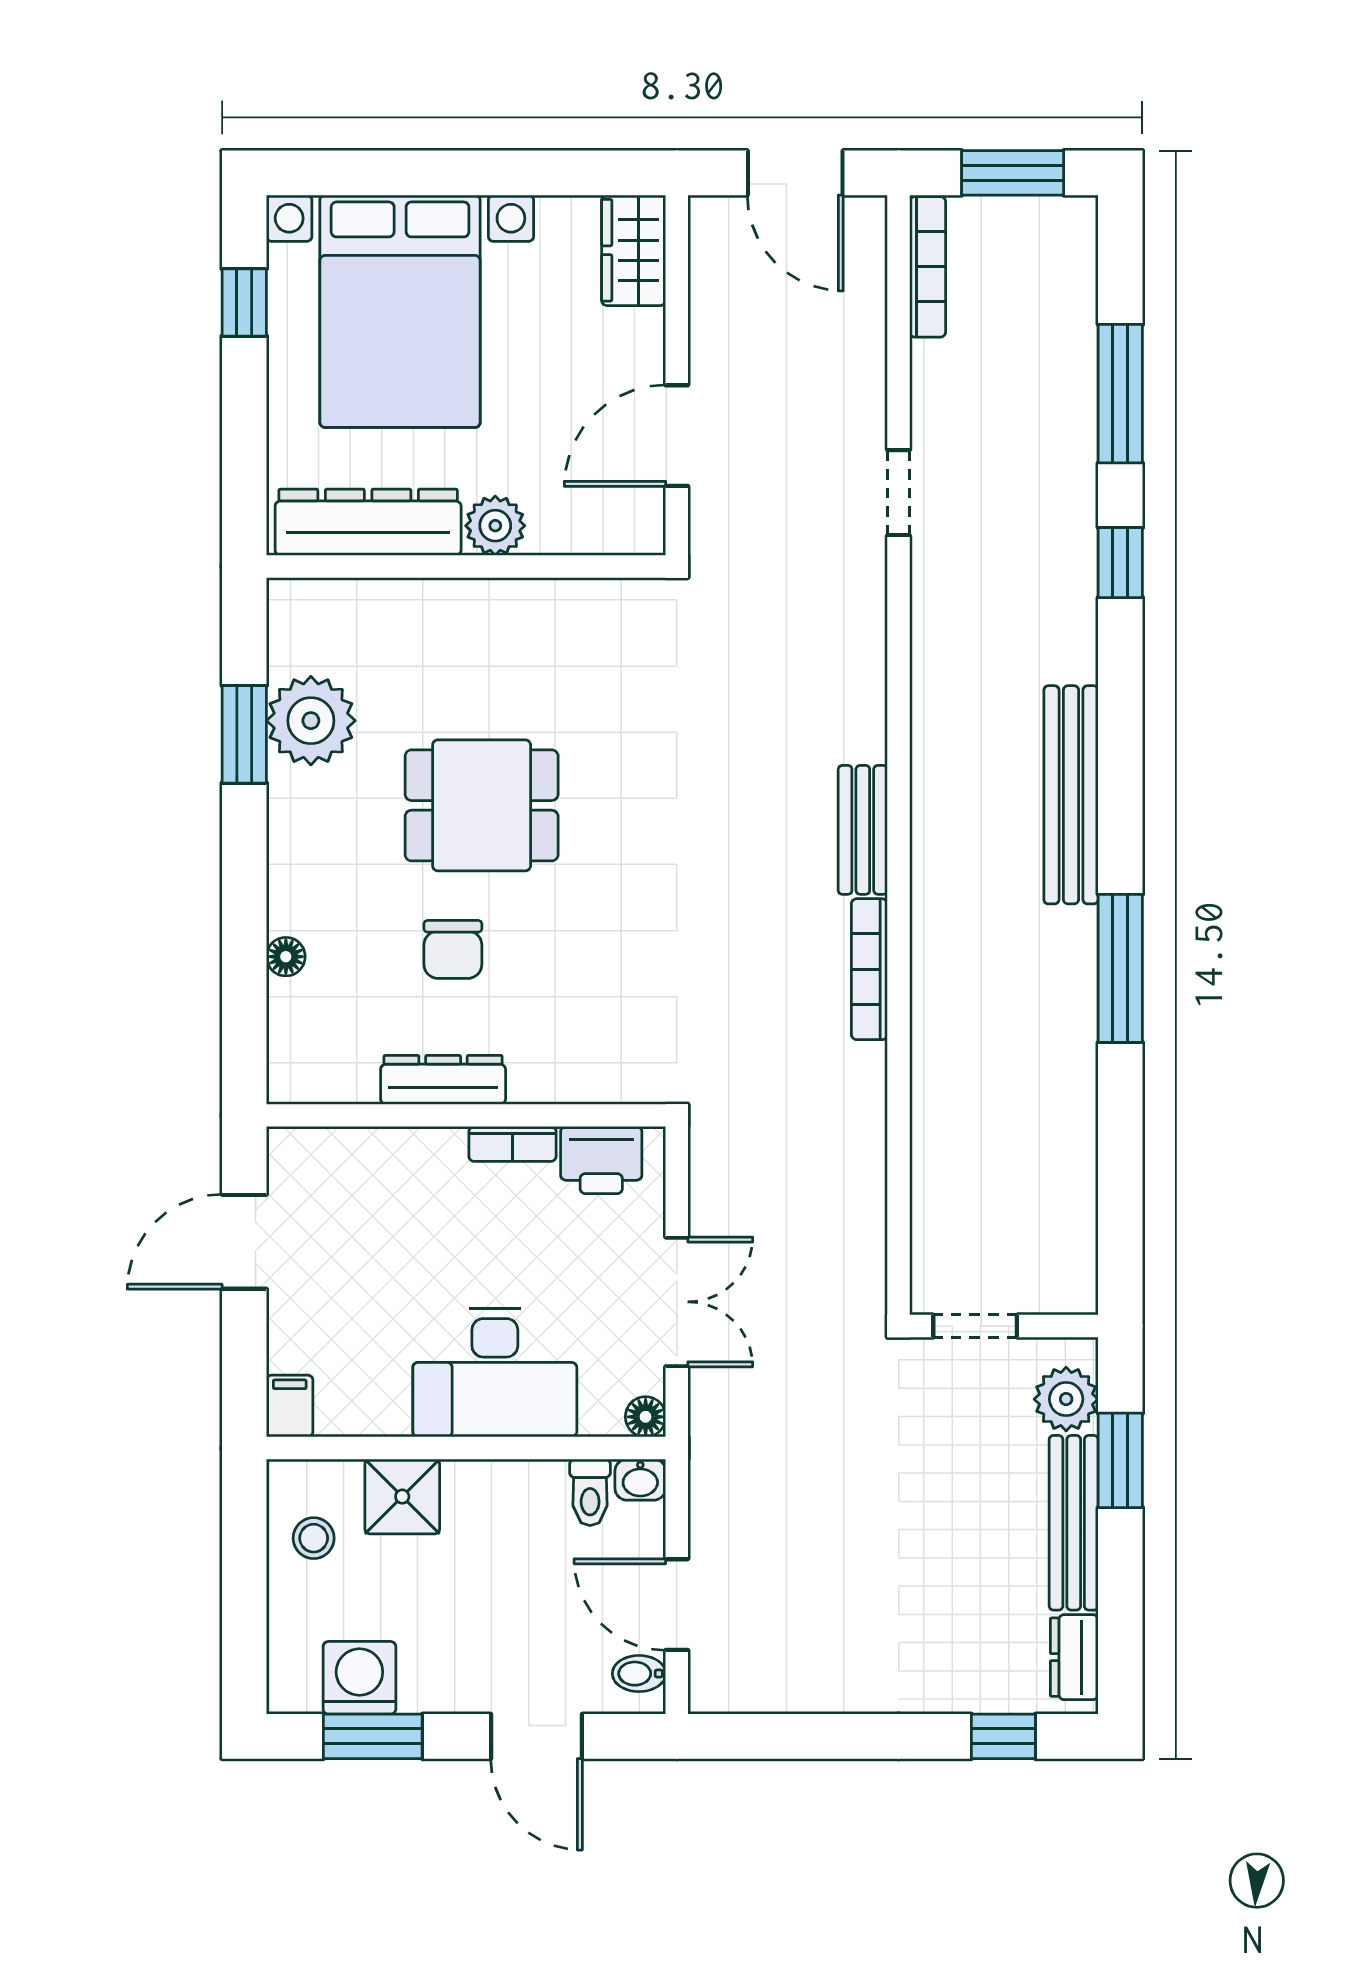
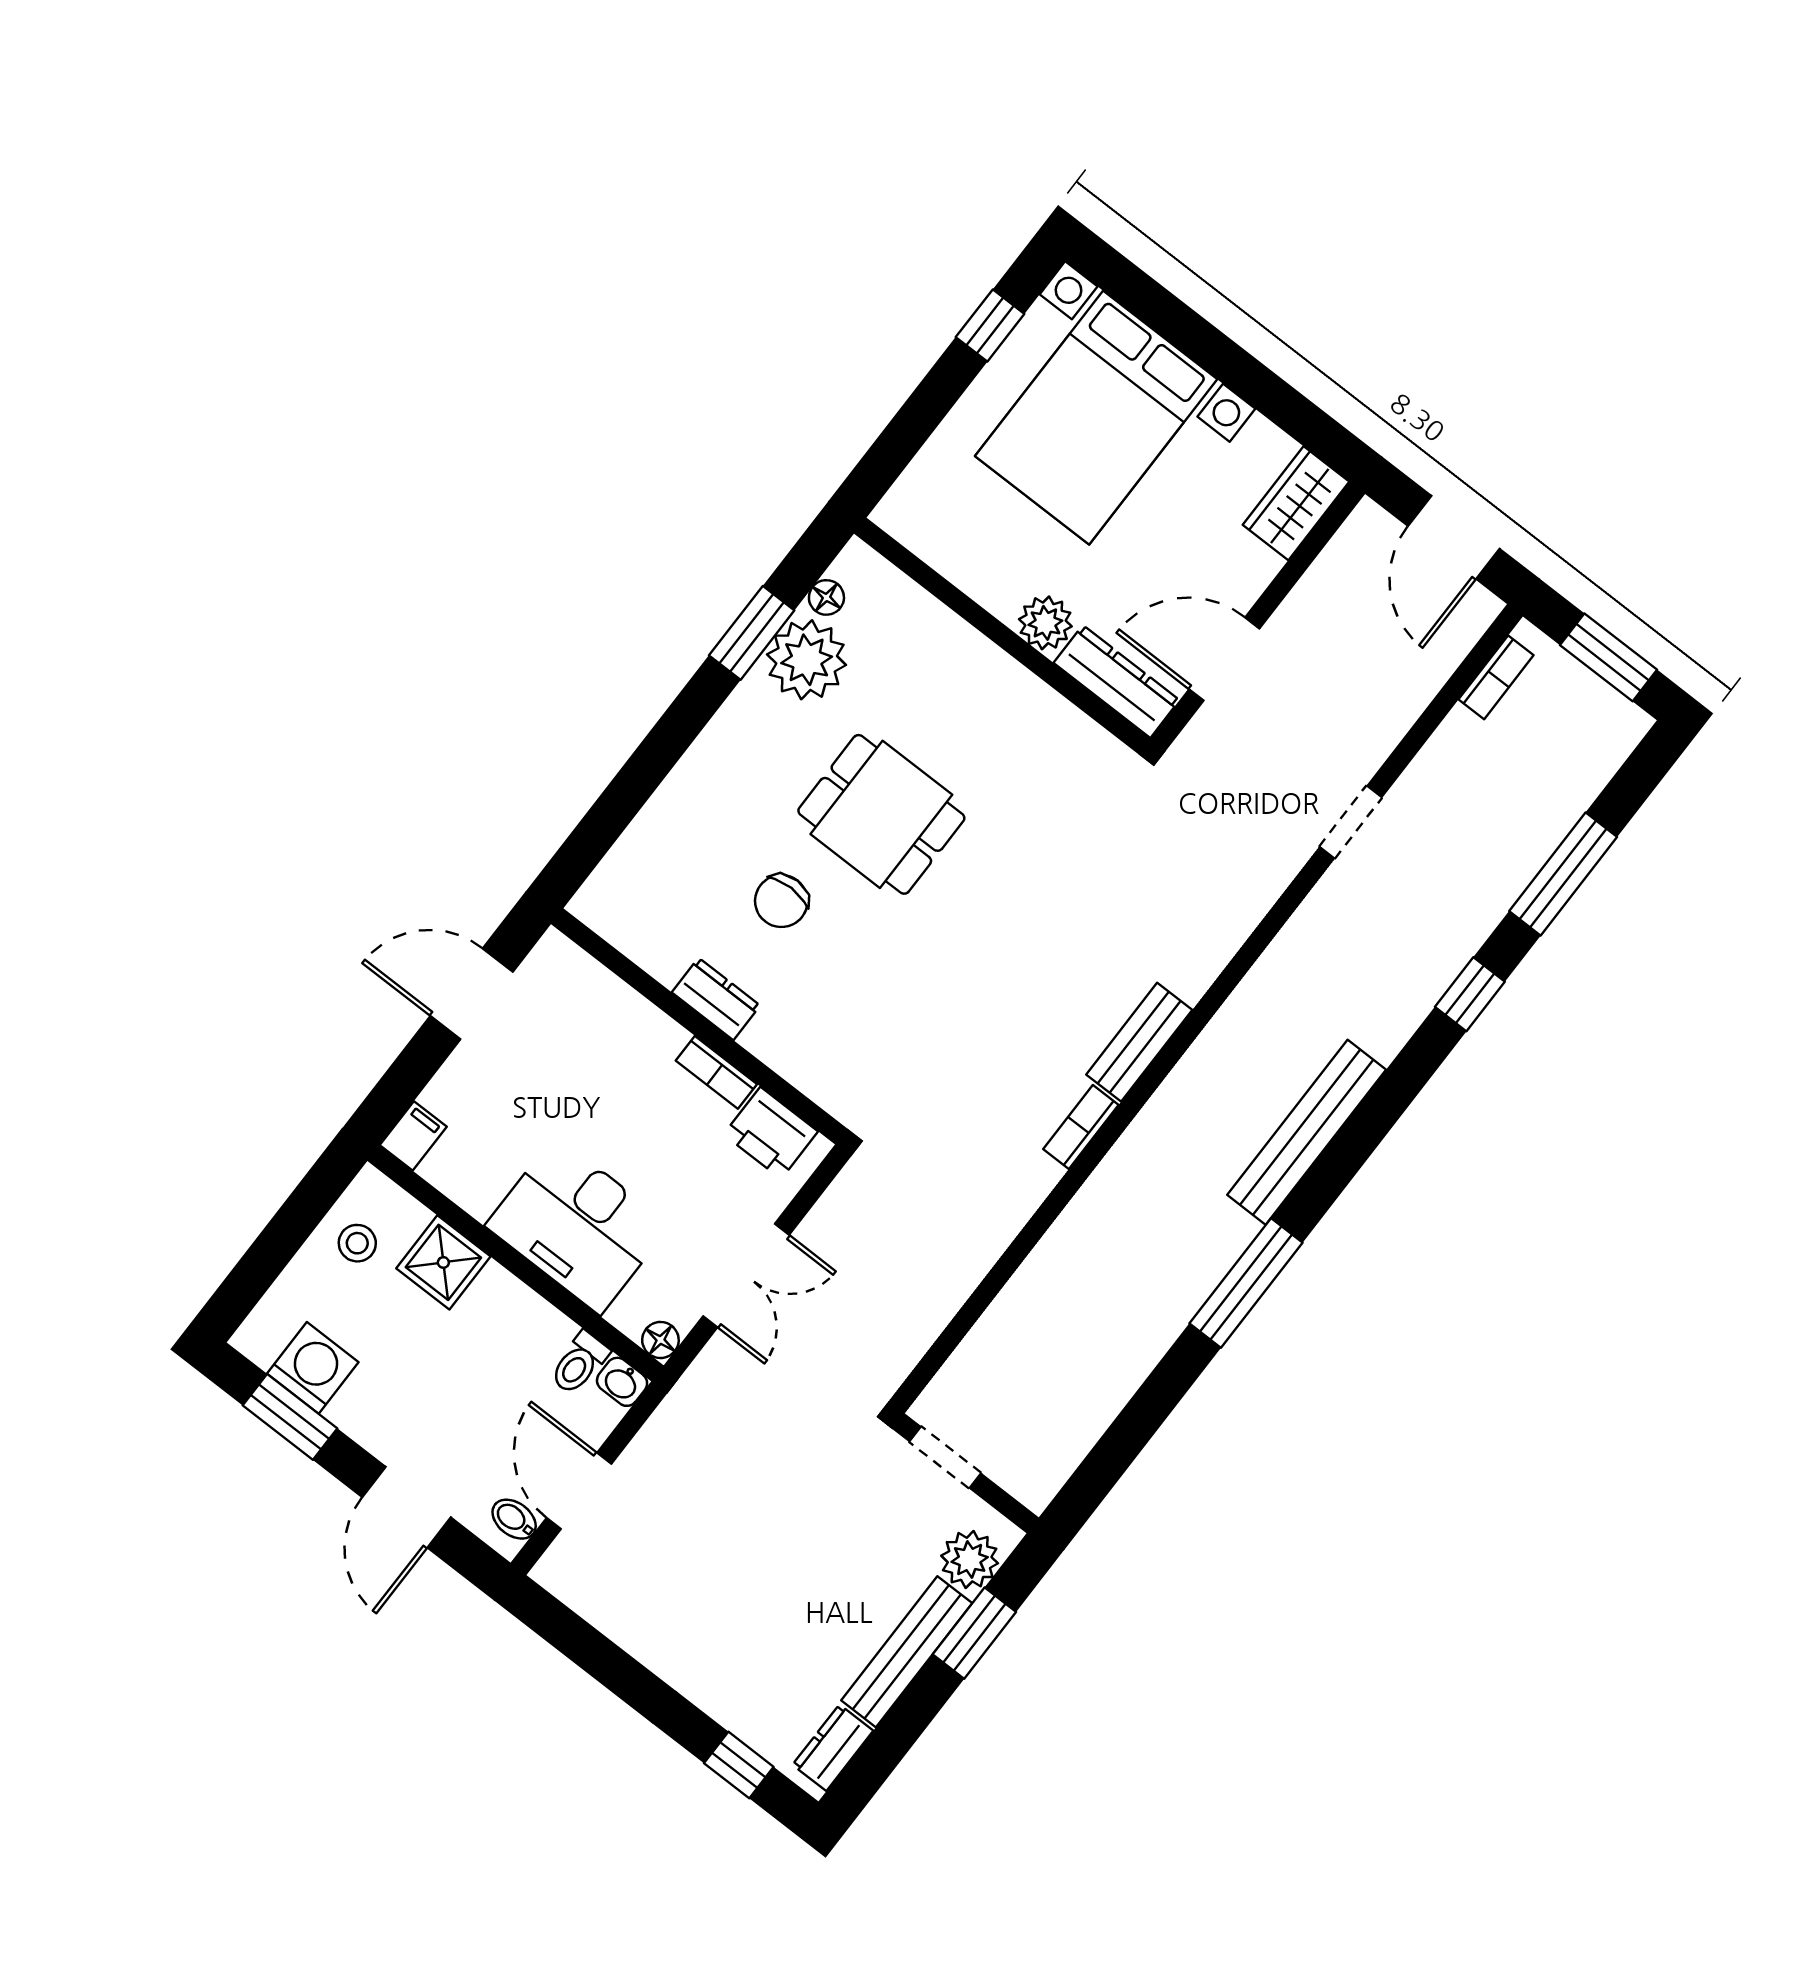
bookcase: (928, 267) -> (1496, 677), width x0.64
dresser: (368, 522) -> (1117, 681), moved, width x0.73, depth x0.80
floor lamp: (286, 957) -> (826, 597), moved
bookcase: (869, 969) -> (1081, 1127), width x0.64
dresser: (443, 1080) -> (716, 999), width x0.70

